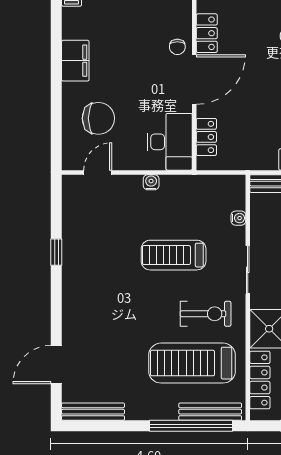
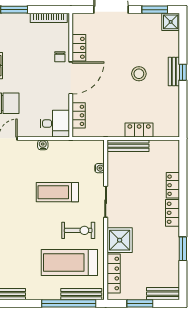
desk: (170, 142) -> (55, 124), width x0.73

